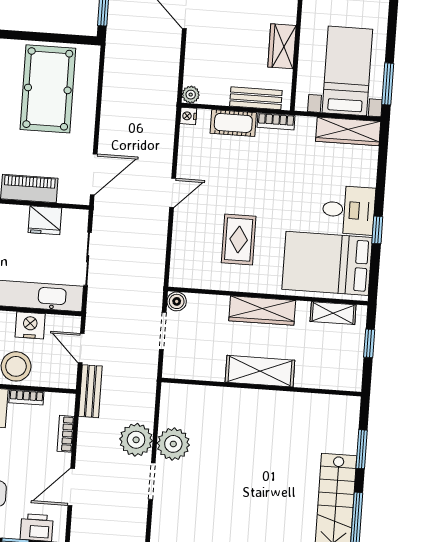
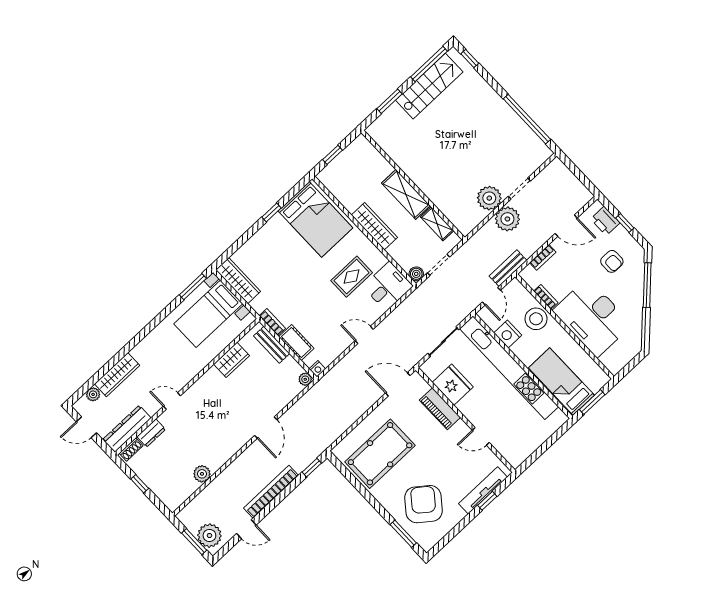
desk: (349, 210) -> (388, 286), moved, turned 90
fridge: (45, 220) -> (453, 385), width x1.36, depth x1.34
shelving: (333, 313) -> (437, 224), moved

